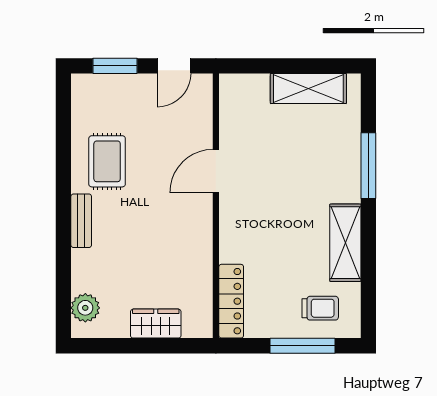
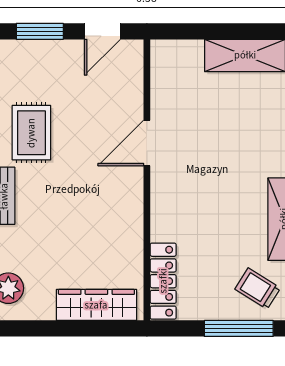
trolley: (320, 308) -> (258, 289), turned -148
wardrobe: (156, 324) -> (96, 305), width x1.50

